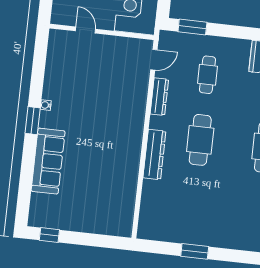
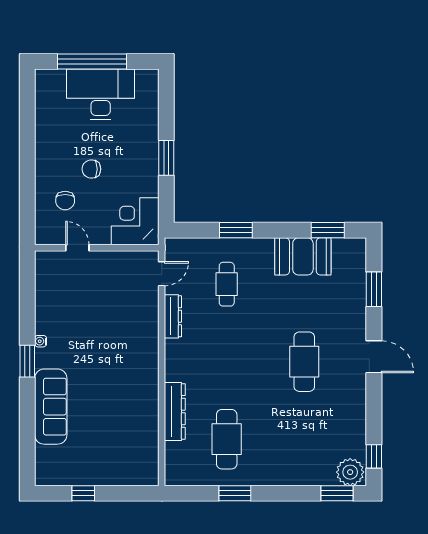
window: (192, 27) -> (236, 230), moved
cafe table: (200, 140) -> (227, 439), moved
dresser: (154, 154) -> (175, 411), moved
window: (49, 235) -> (83, 493), moved

